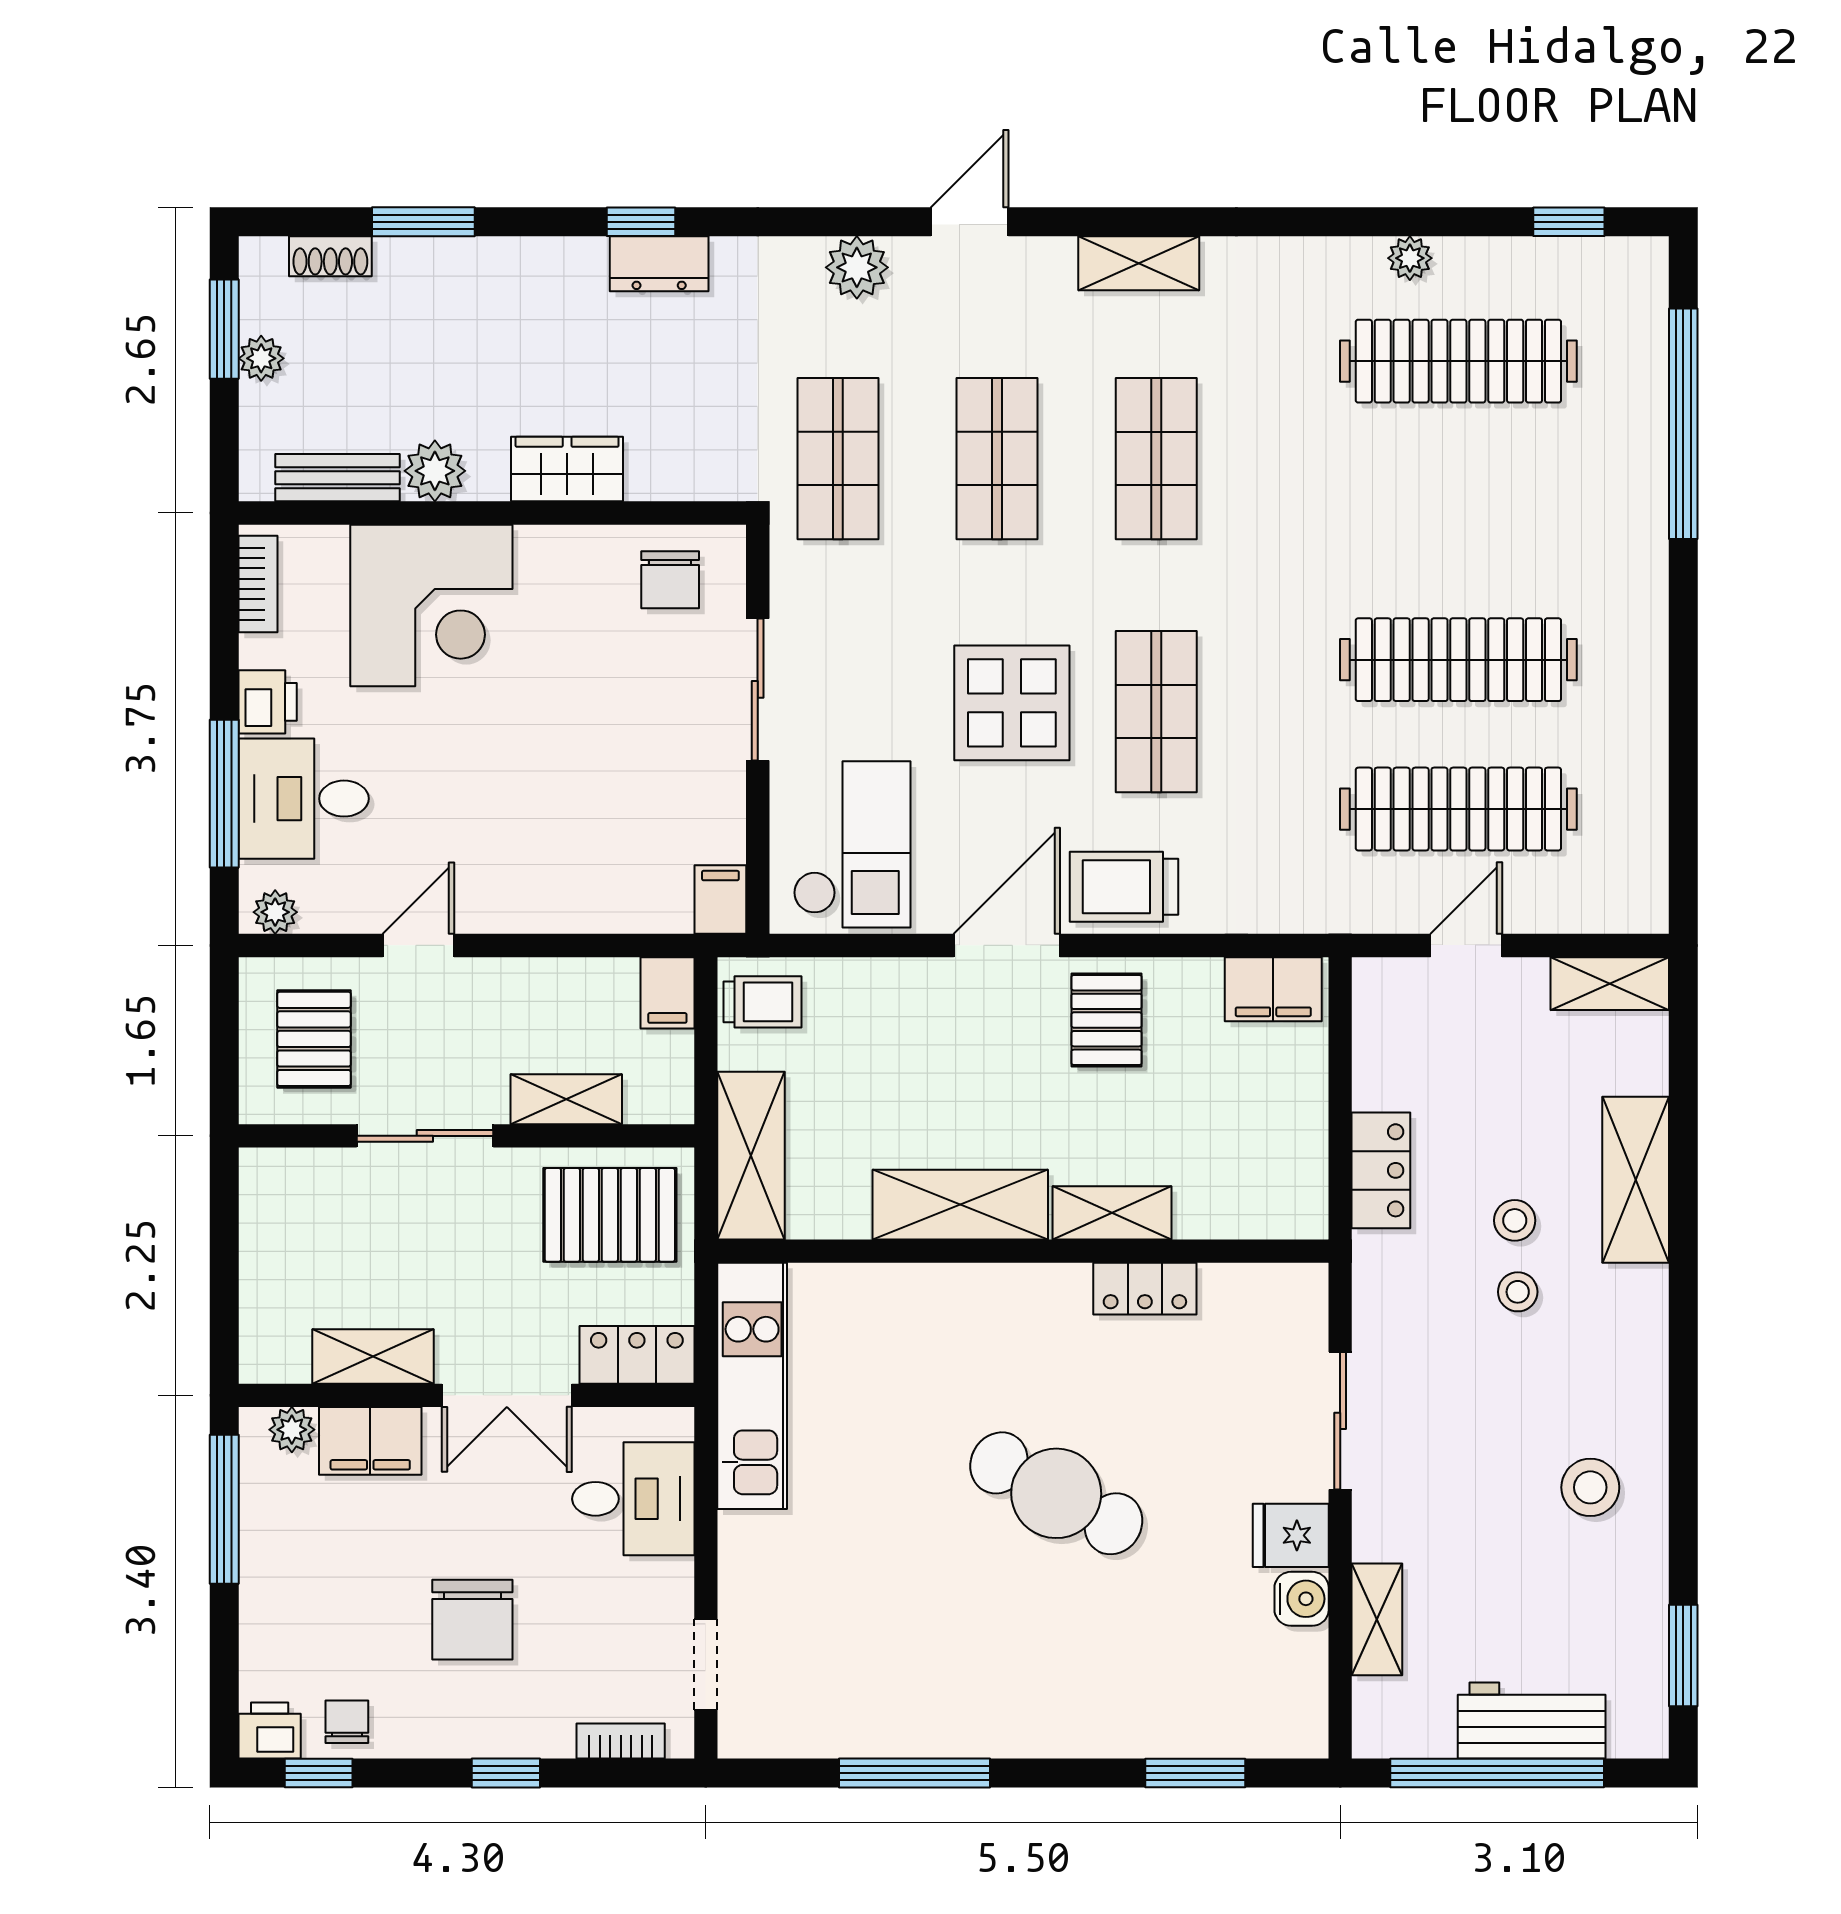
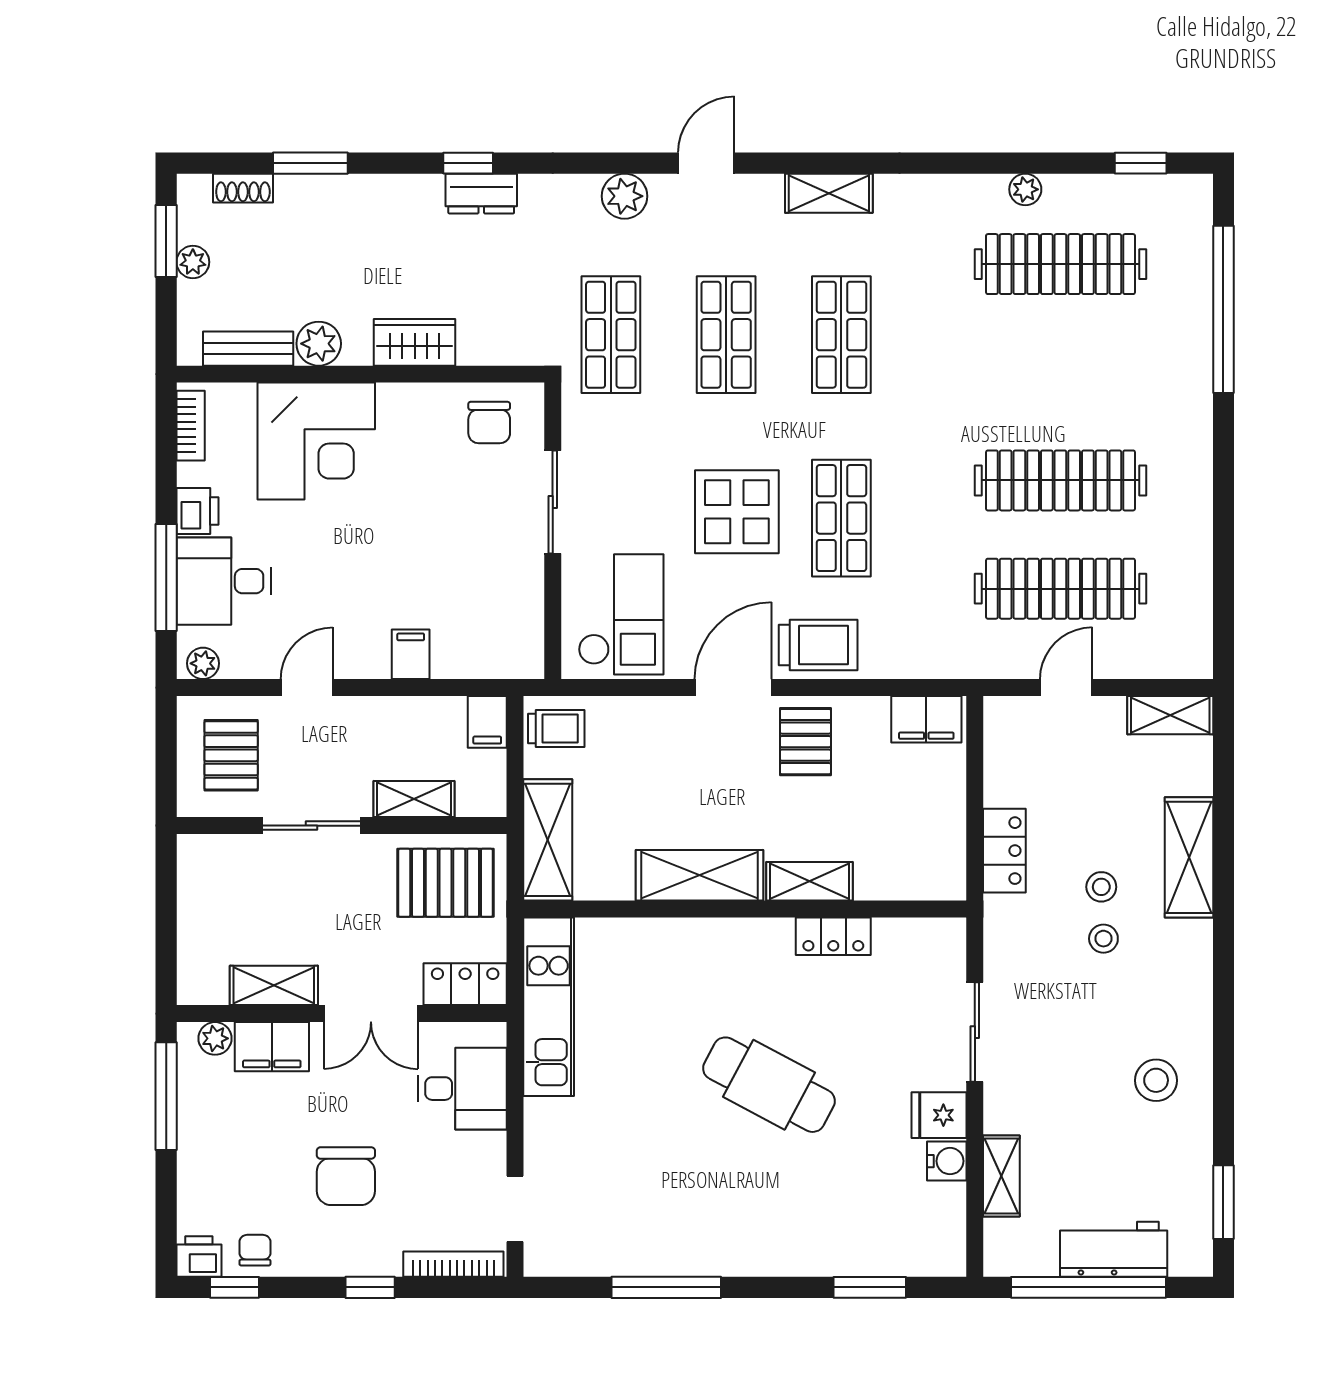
trolley: (1124, 887) -> (818, 645), turned 180
filing cabinet: (720, 900) -> (411, 654), moved
bookcase: (621, 1741) -> (453, 1264), width x1.56

